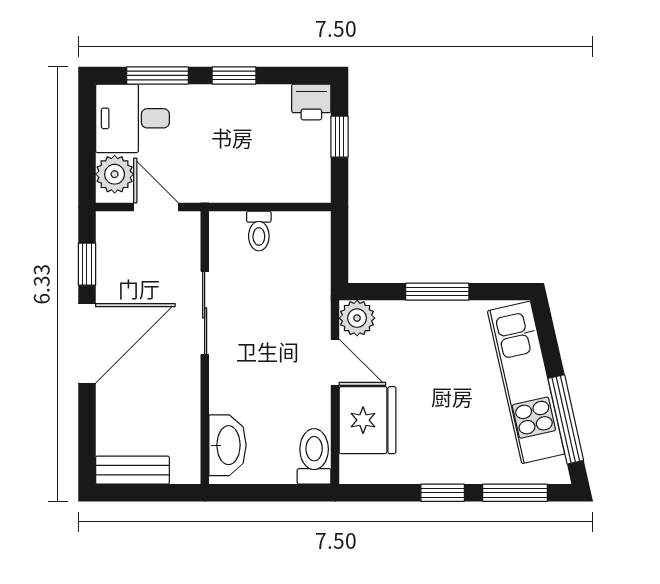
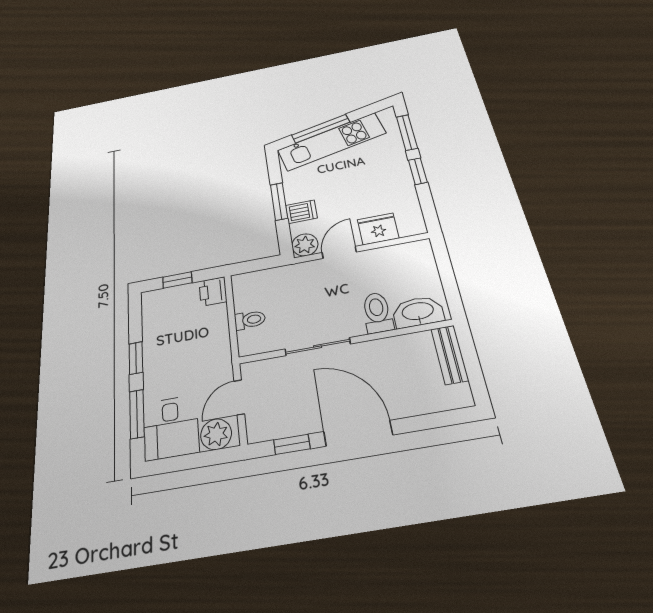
printer: (311, 102) -> (213, 291), moved, turned 180
dishwasher: (412, 321) -> (301, 212), added
window: (566, 419) -> (321, 129), moved
fridge: (368, 420) -> (378, 229), width x0.73, depth x0.75
toilet: (314, 456) -> (377, 313), moved, turned 90
bench: (132, 470) -> (450, 355), moved

